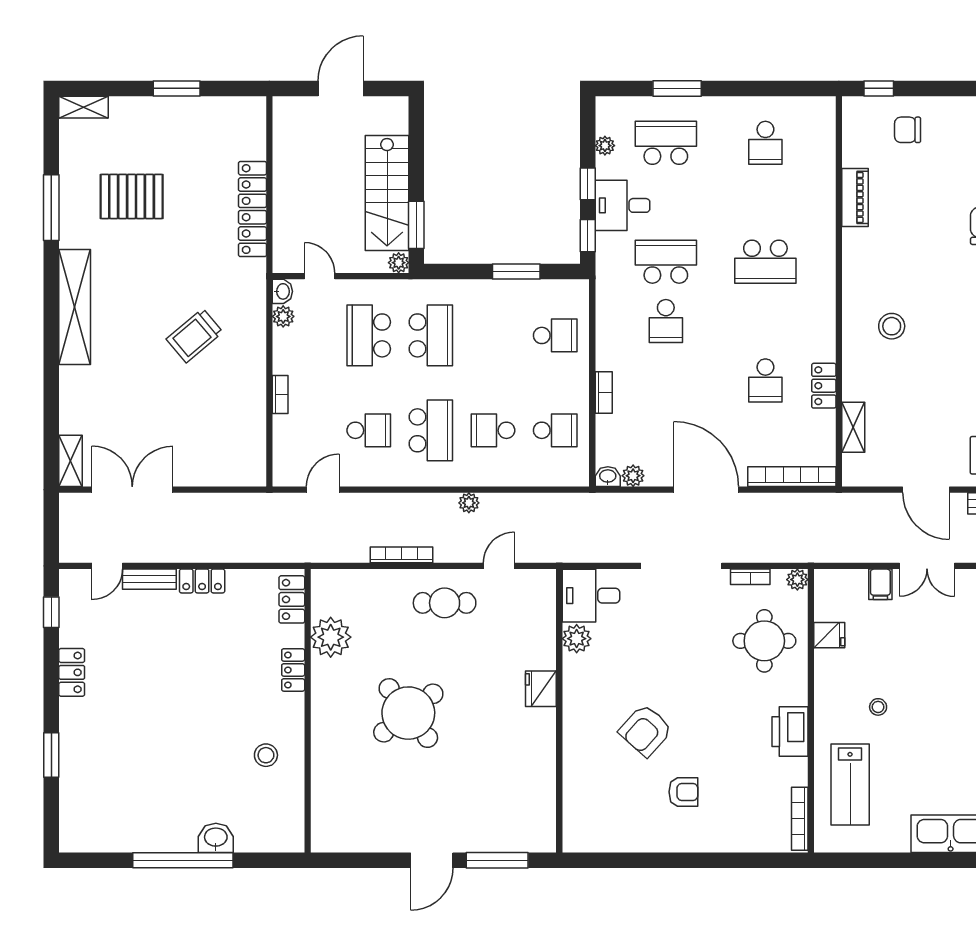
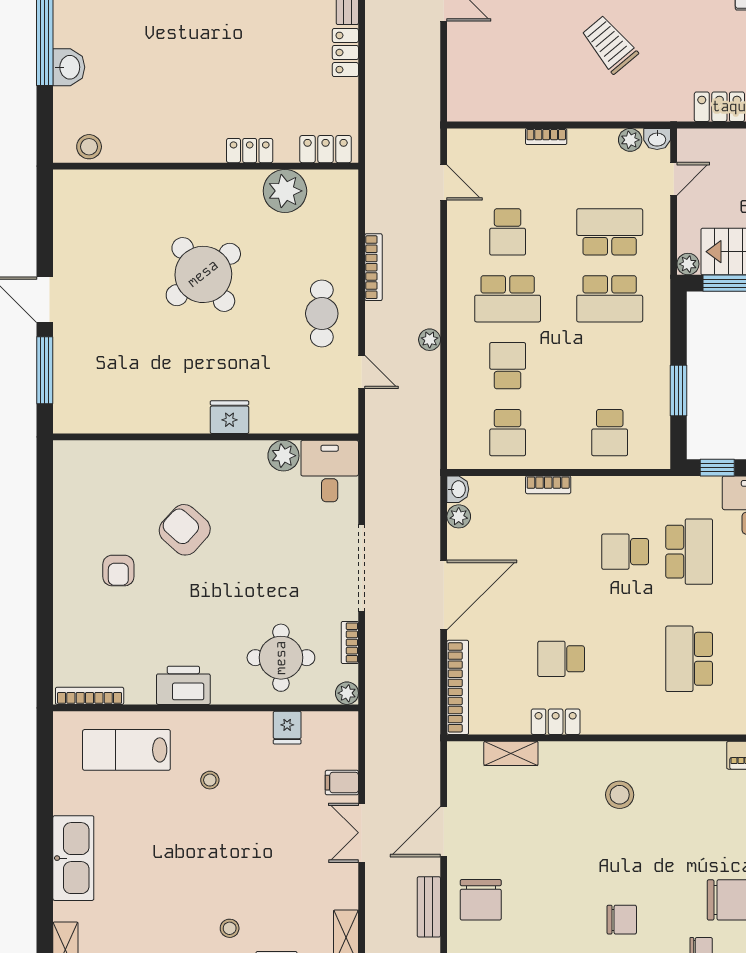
stool: (266, 755) -> (89, 147), moved

